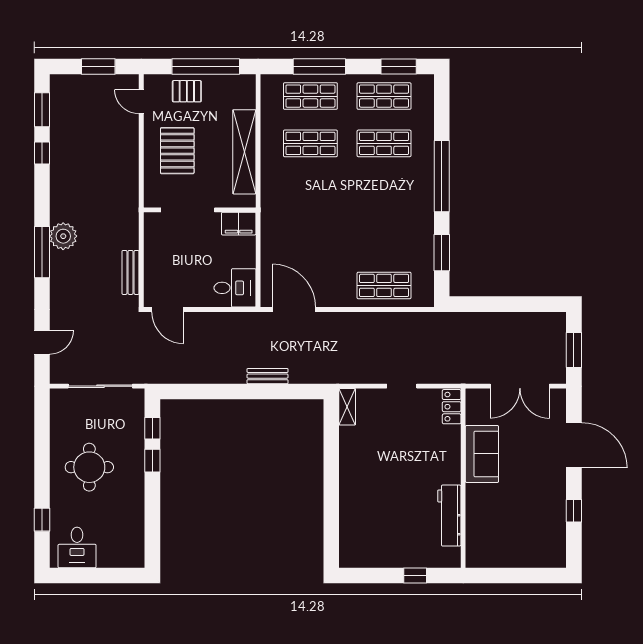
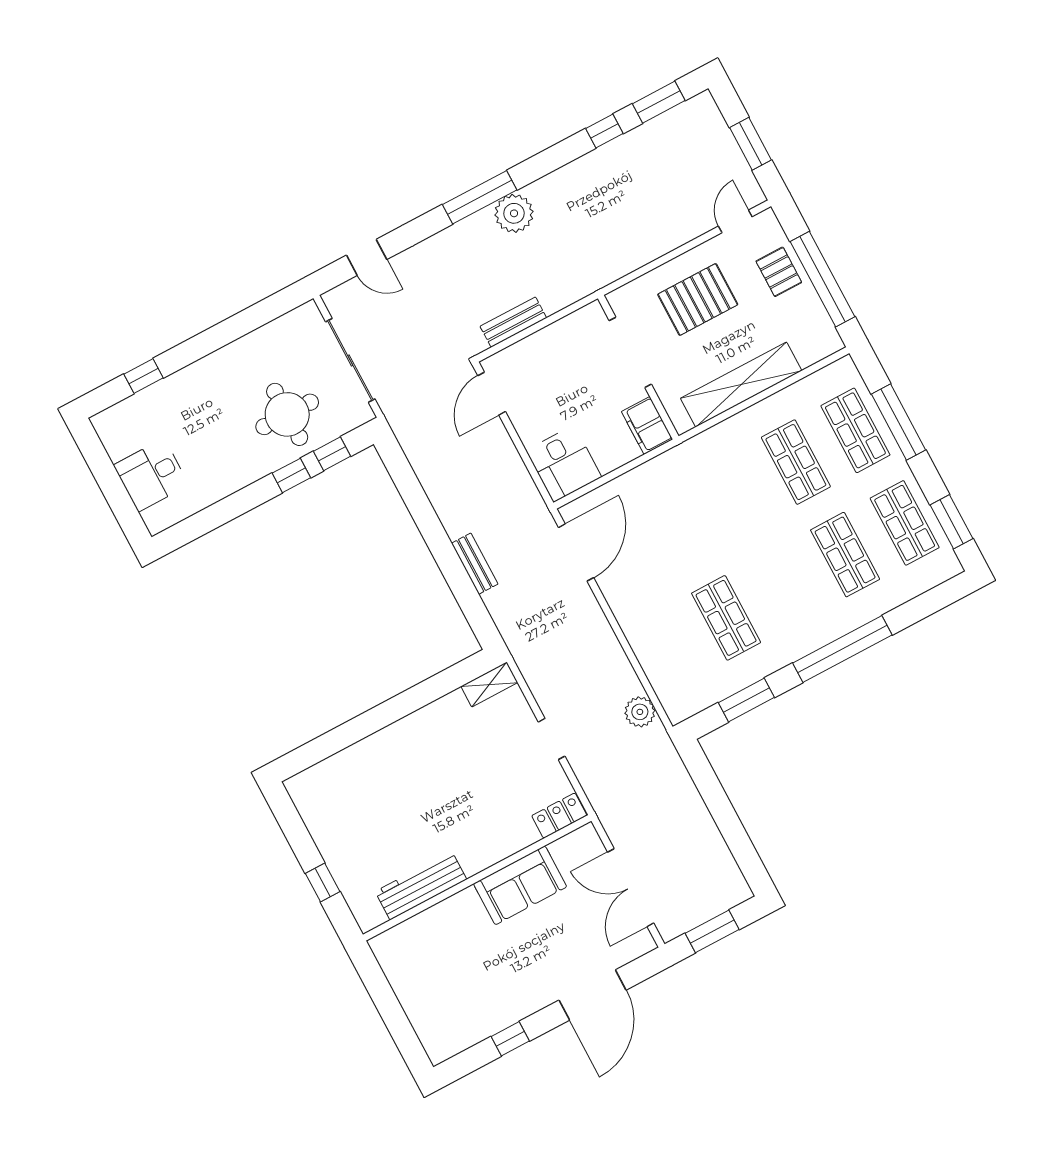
shop shelf: (384, 285) -> (726, 618), moved
plant: (414, 323) -> (640, 712), added
round table: (89, 467) -> (287, 414), moved
desk: (77, 547) -> (151, 475), moved

